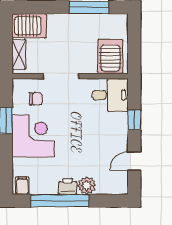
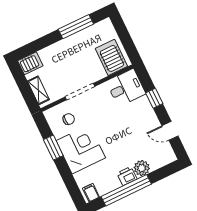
server rack: (29, 26) -> (30, 63), width x0.73, depth x0.70
door: (134, 161) -> (170, 131), hinge flipped

